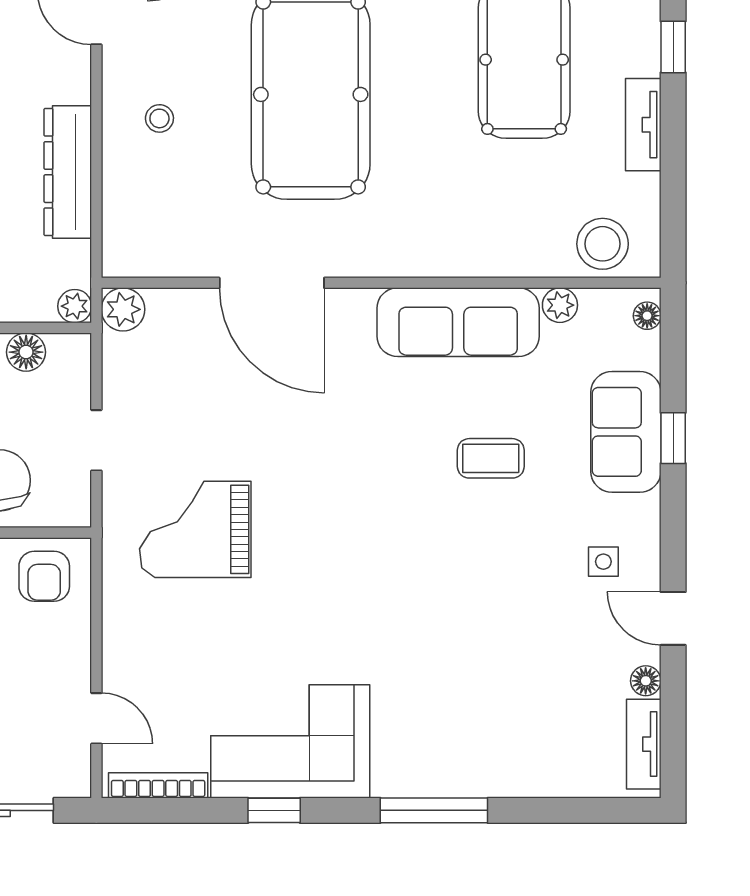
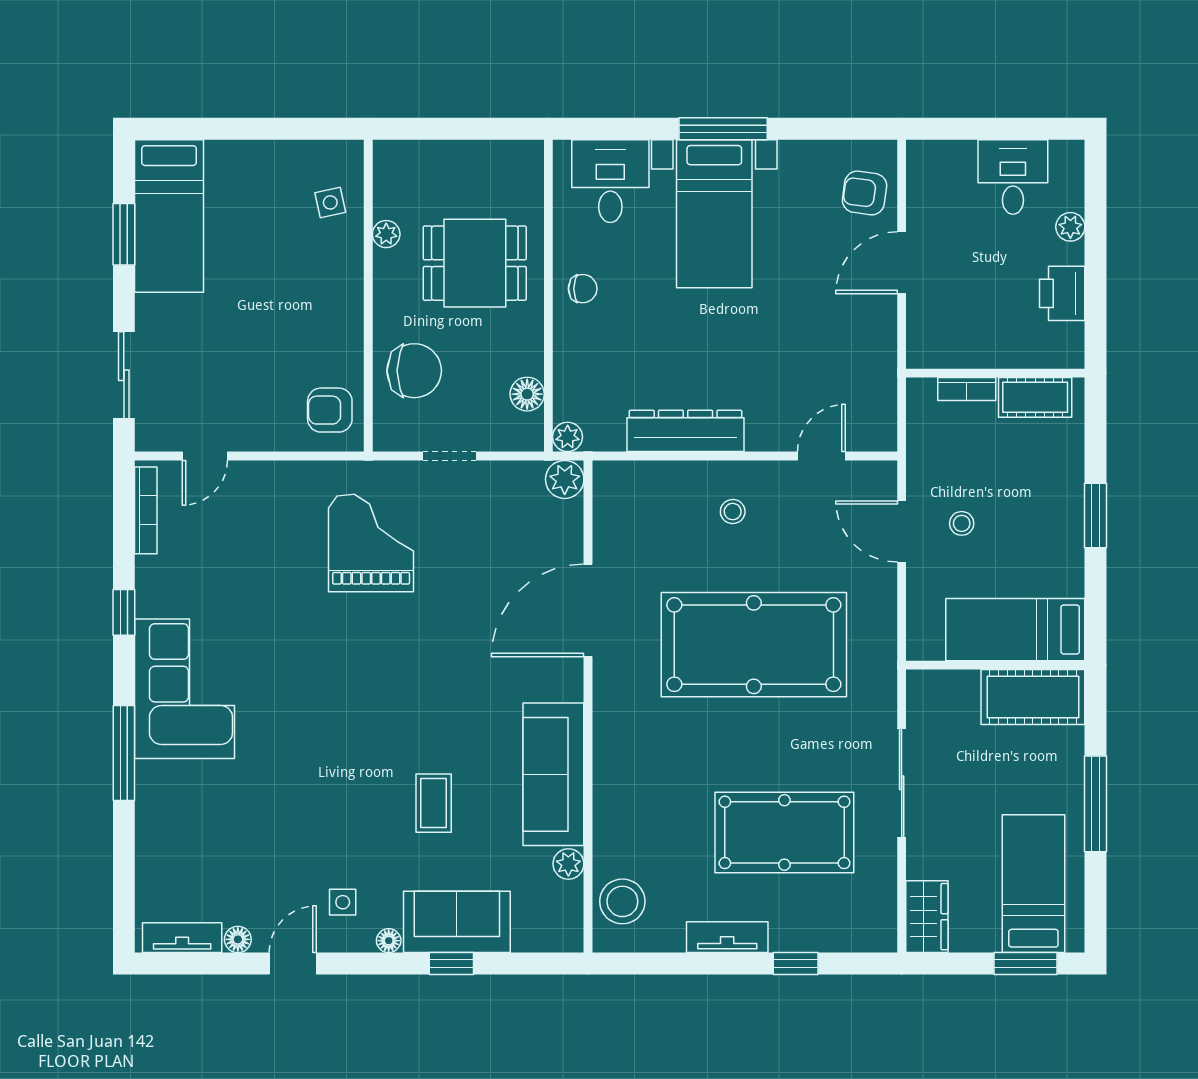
floor lamp: (647, 316) -> (389, 941), moved
corner sofa: (290, 741) -> (184, 689), moved

